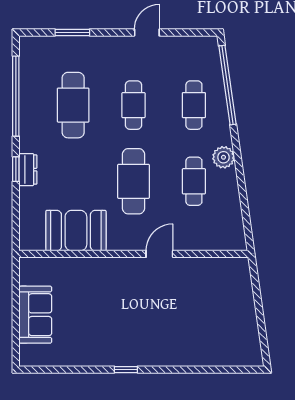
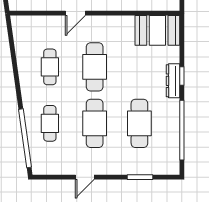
cafe table: (134, 105) -> (95, 123), width x1.37, depth x1.35
plant: (223, 157) -> (28, 85), removed
dresser: (28, 170) -> (173, 81), width x1.44
booth: (76, 231) -> (157, 30), moved

